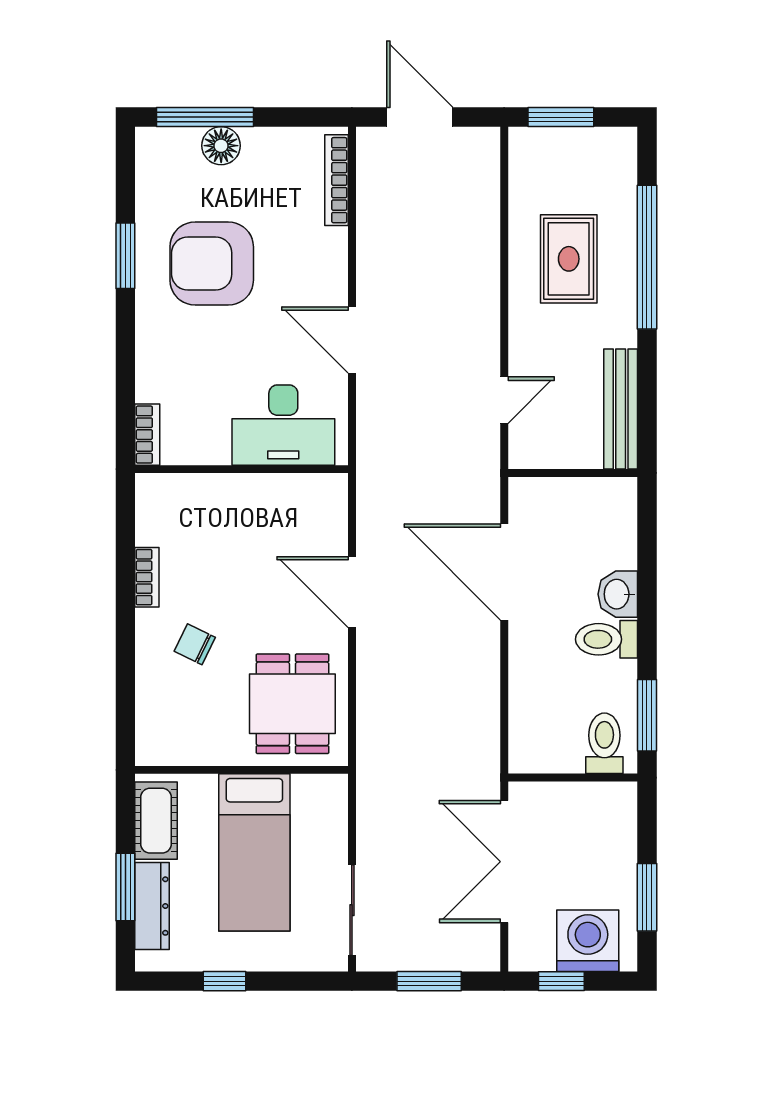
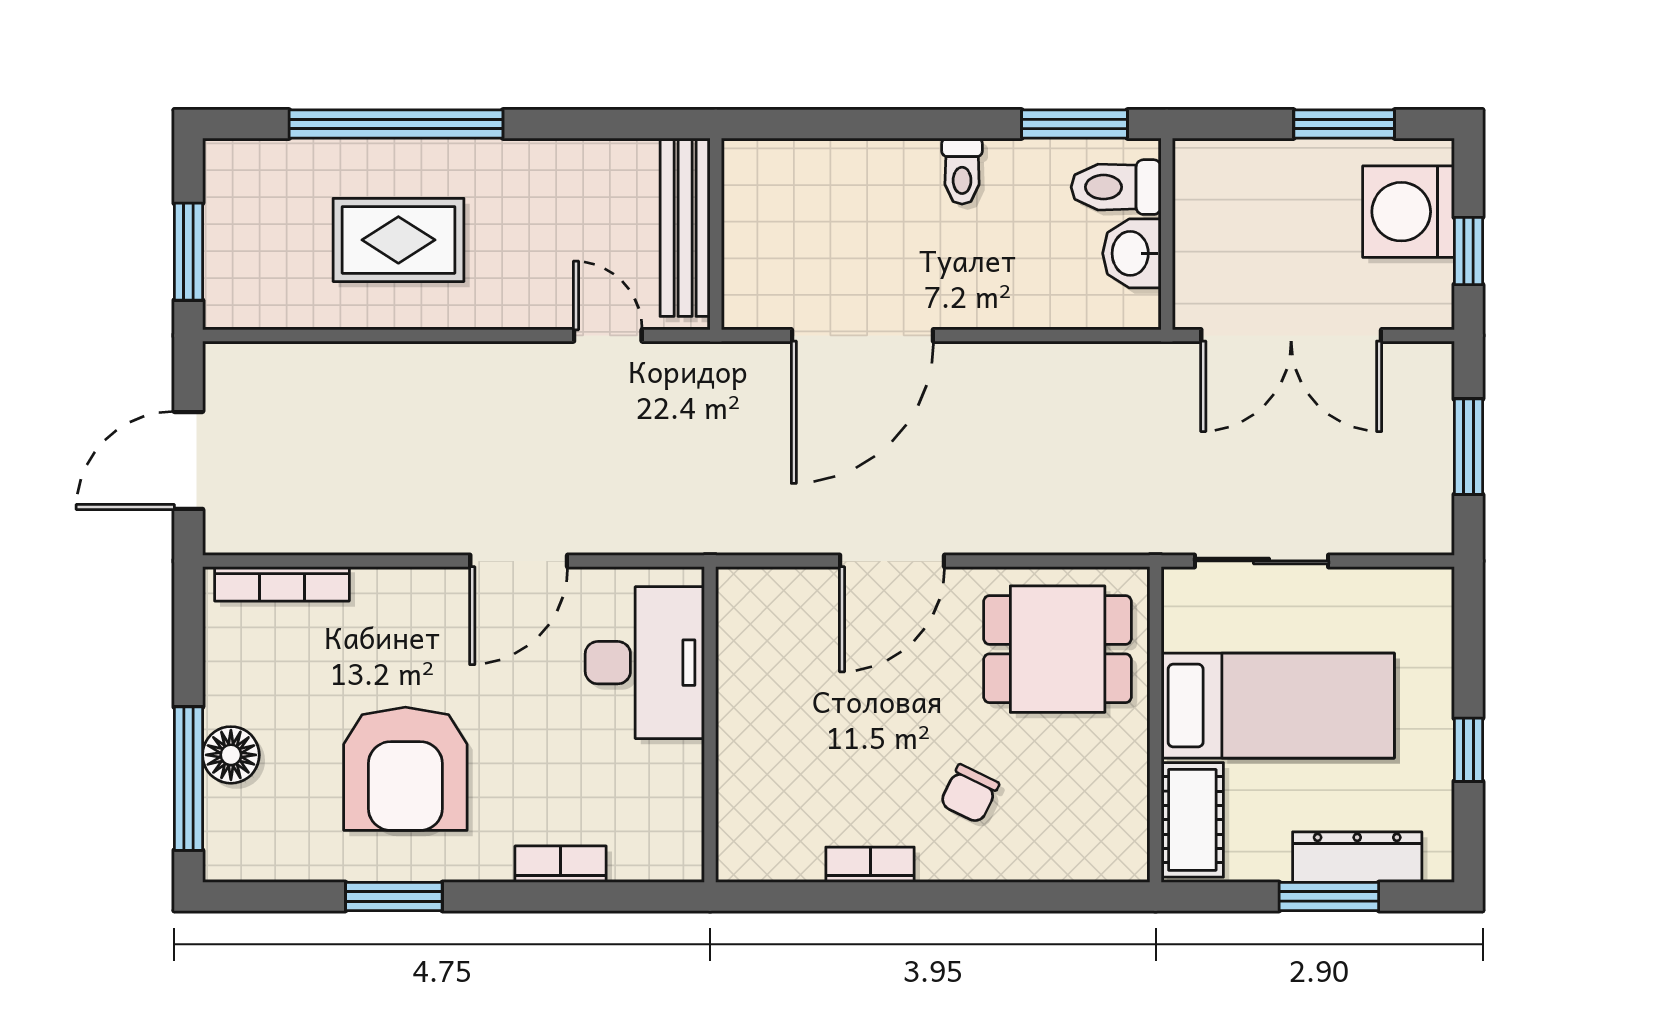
bench: (621, 409) -> (685, 227), moved, turned 90
bookcase: (147, 435) -> (561, 864), moved
washbasin: (618, 594) -> (1132, 253), moved, turned 90
toilet: (607, 639) -> (962, 171), width x0.73, depth x0.72
cot: (156, 821) -> (1192, 820), moved, turned 90
sliding door: (352, 910) -> (1261, 561), moved

